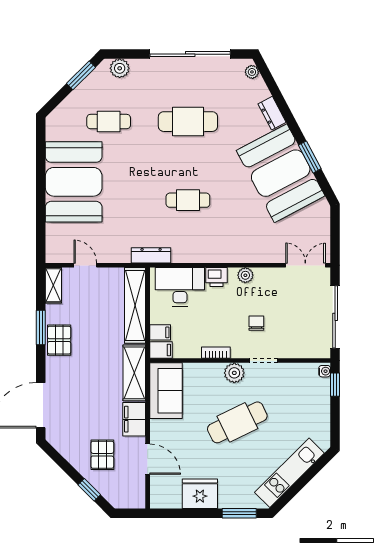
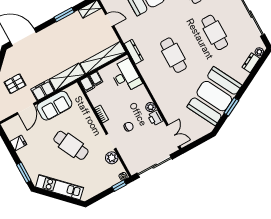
dresser: (272, 113) -> (251, 63), moved
cafe table: (188, 200) -> (173, 55), width x1.37, depth x1.35
door: (85, 265) -> (110, 20), hinge flipped
printer: (217, 277) -> (155, 118), moved
pallet: (59, 340) -> (63, 28), removed
plant: (234, 373) -> (112, 158), moved
sofa: (166, 391) -> (54, 106), moved
fridge: (200, 494) -> (18, 143), width x0.53, depth x0.75

